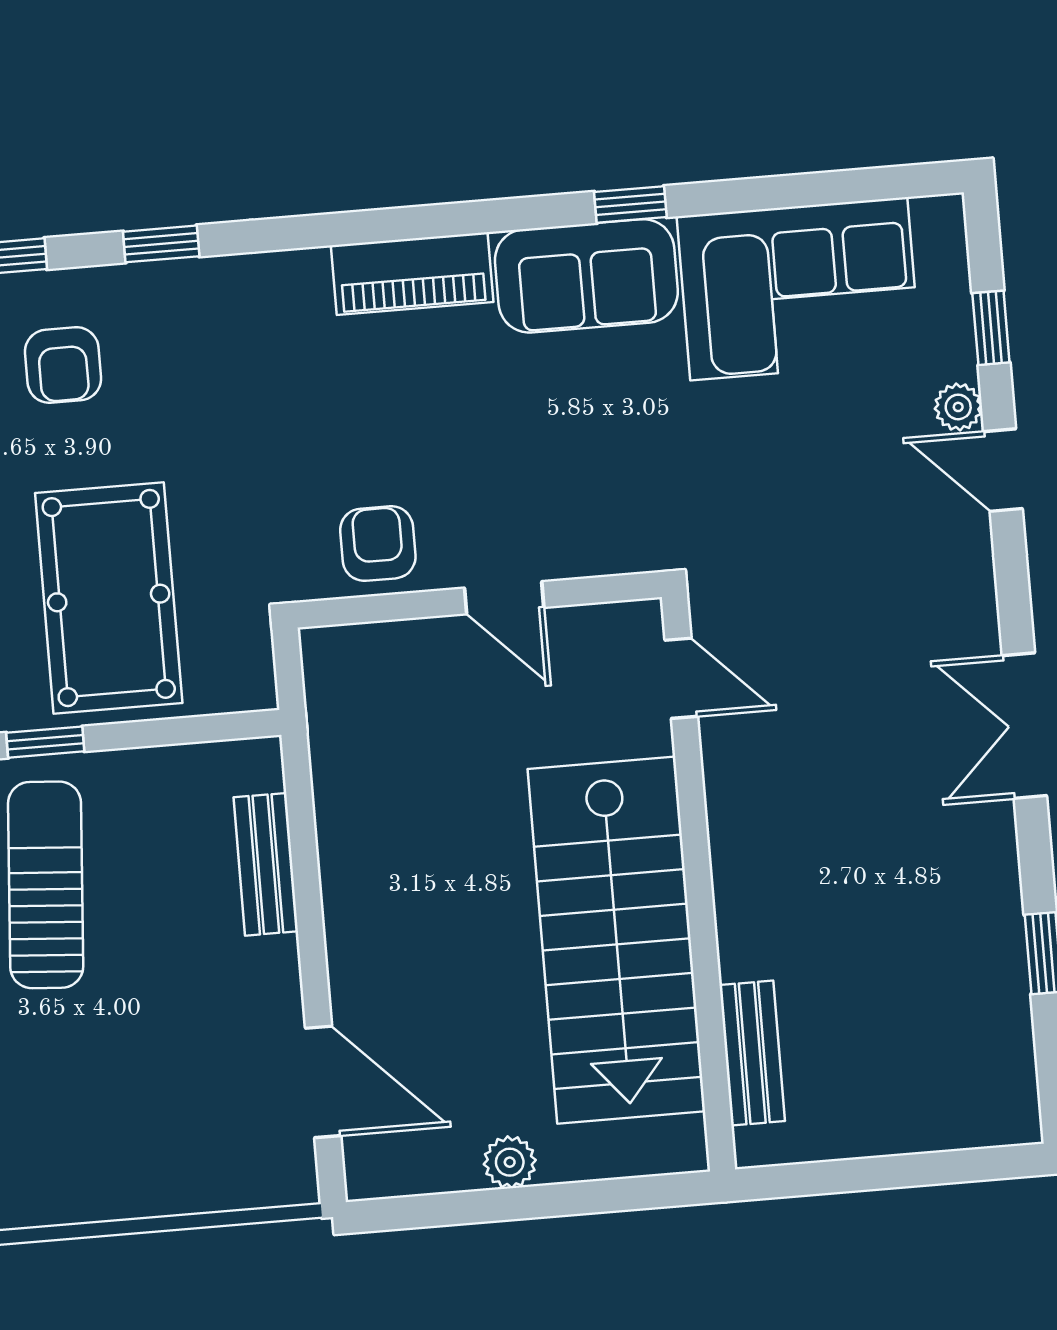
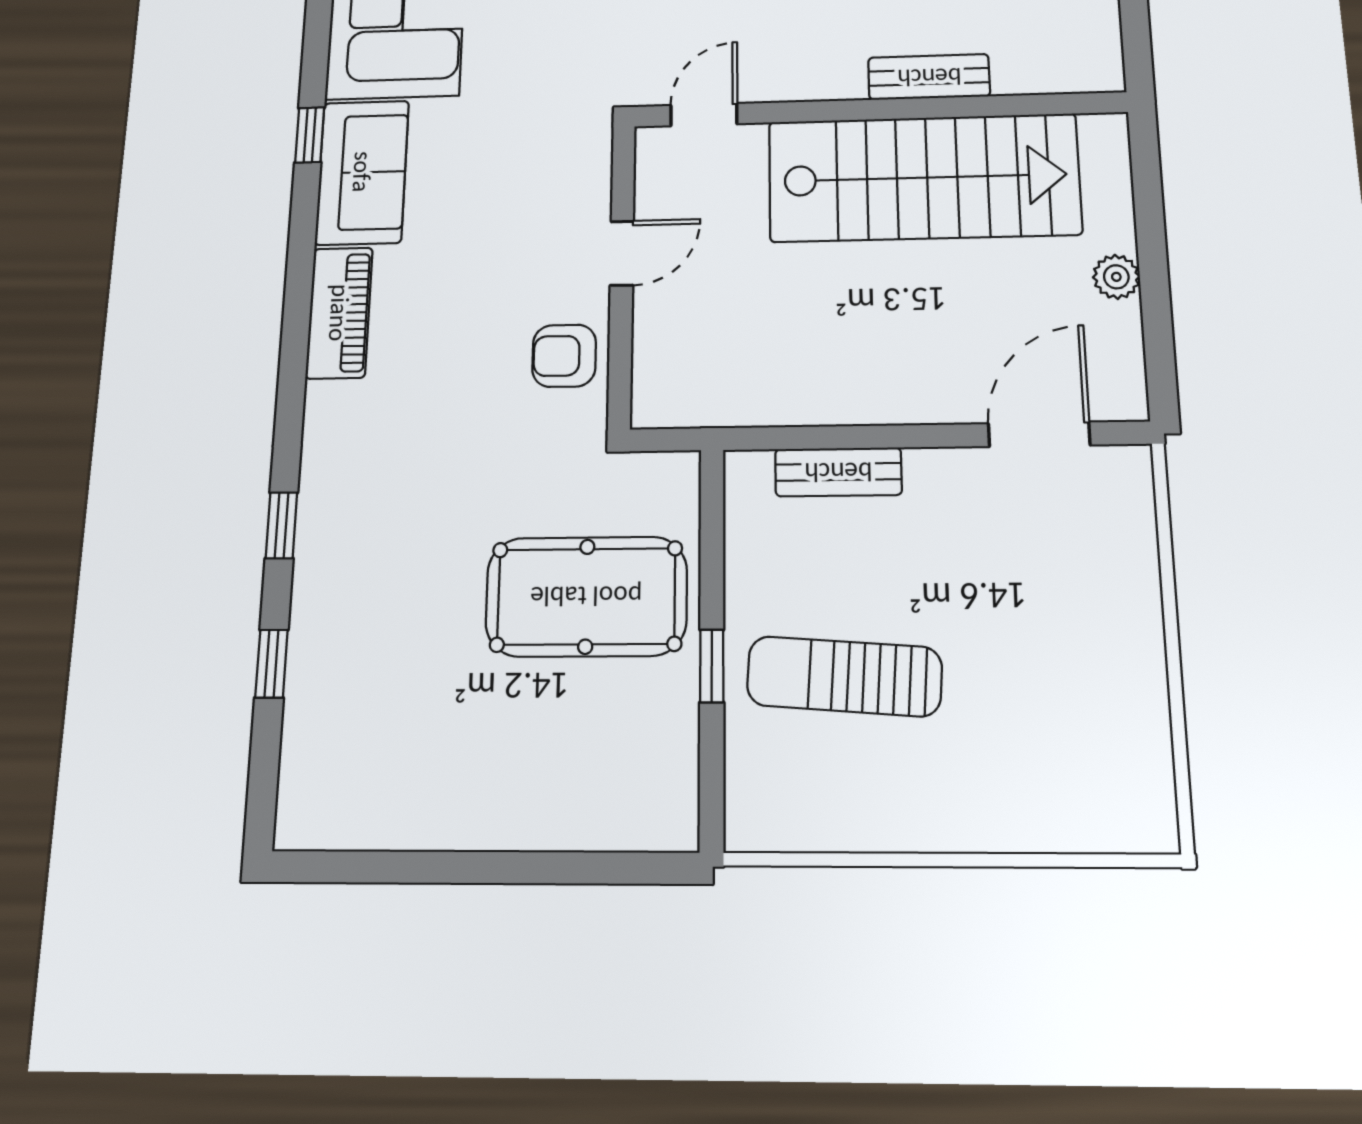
armchair: (63, 365) -> (374, 622), removed
bench: (752, 1053) -> (929, 77), moved

